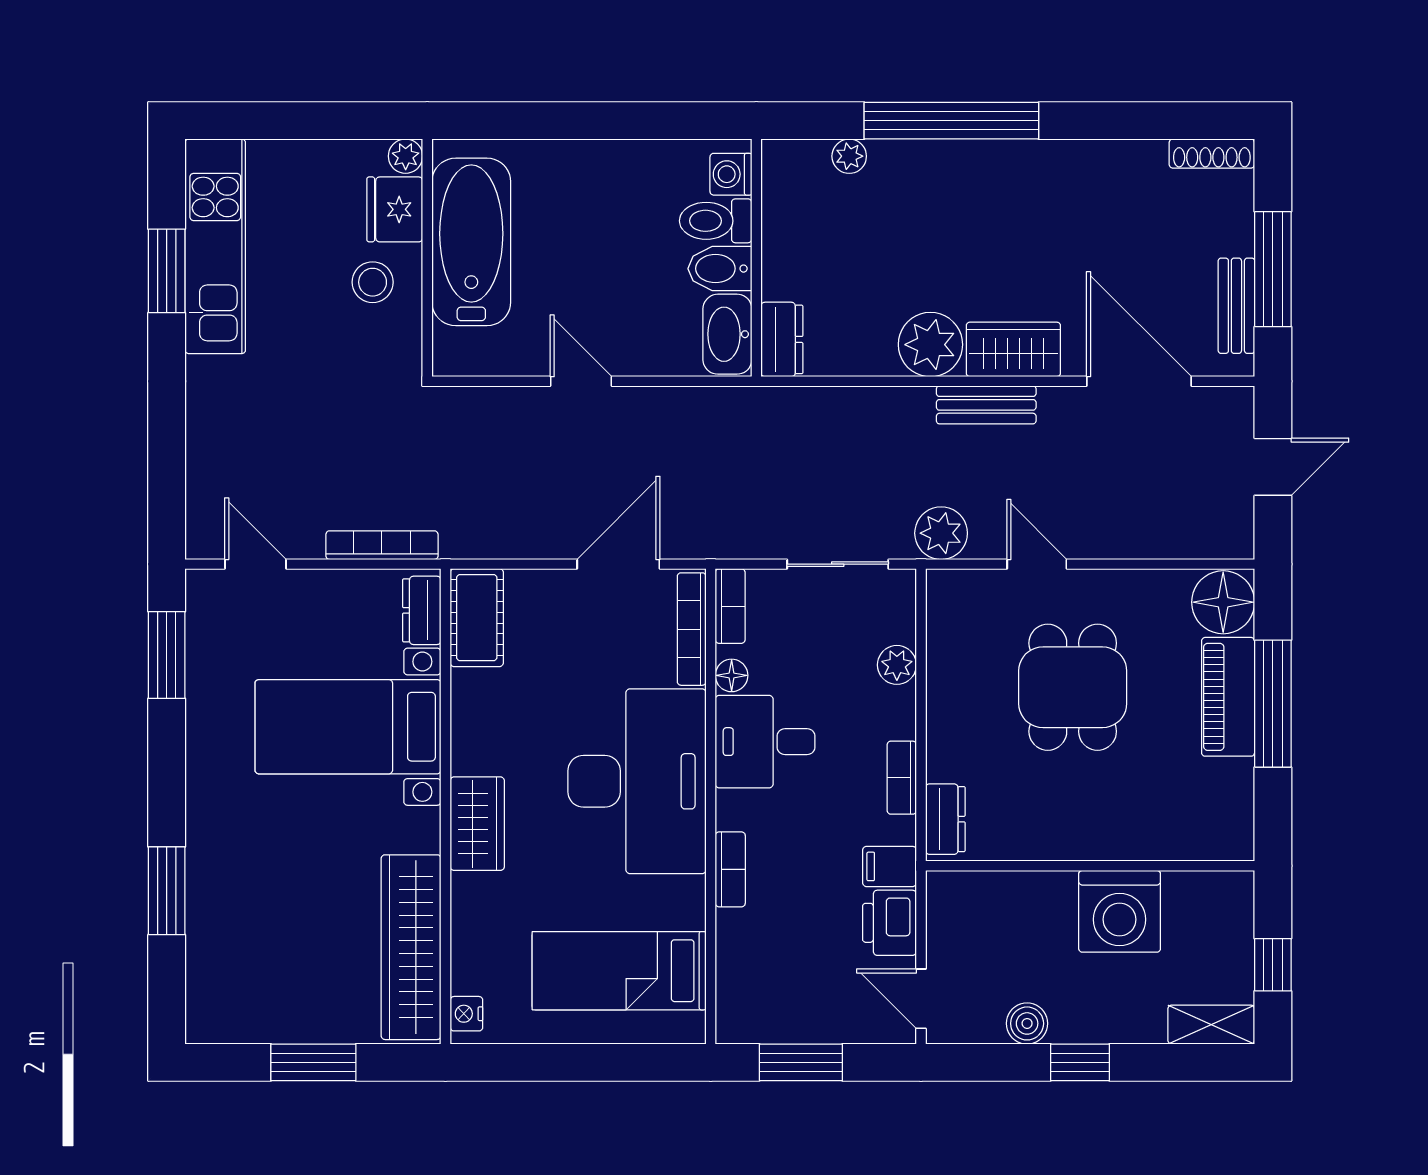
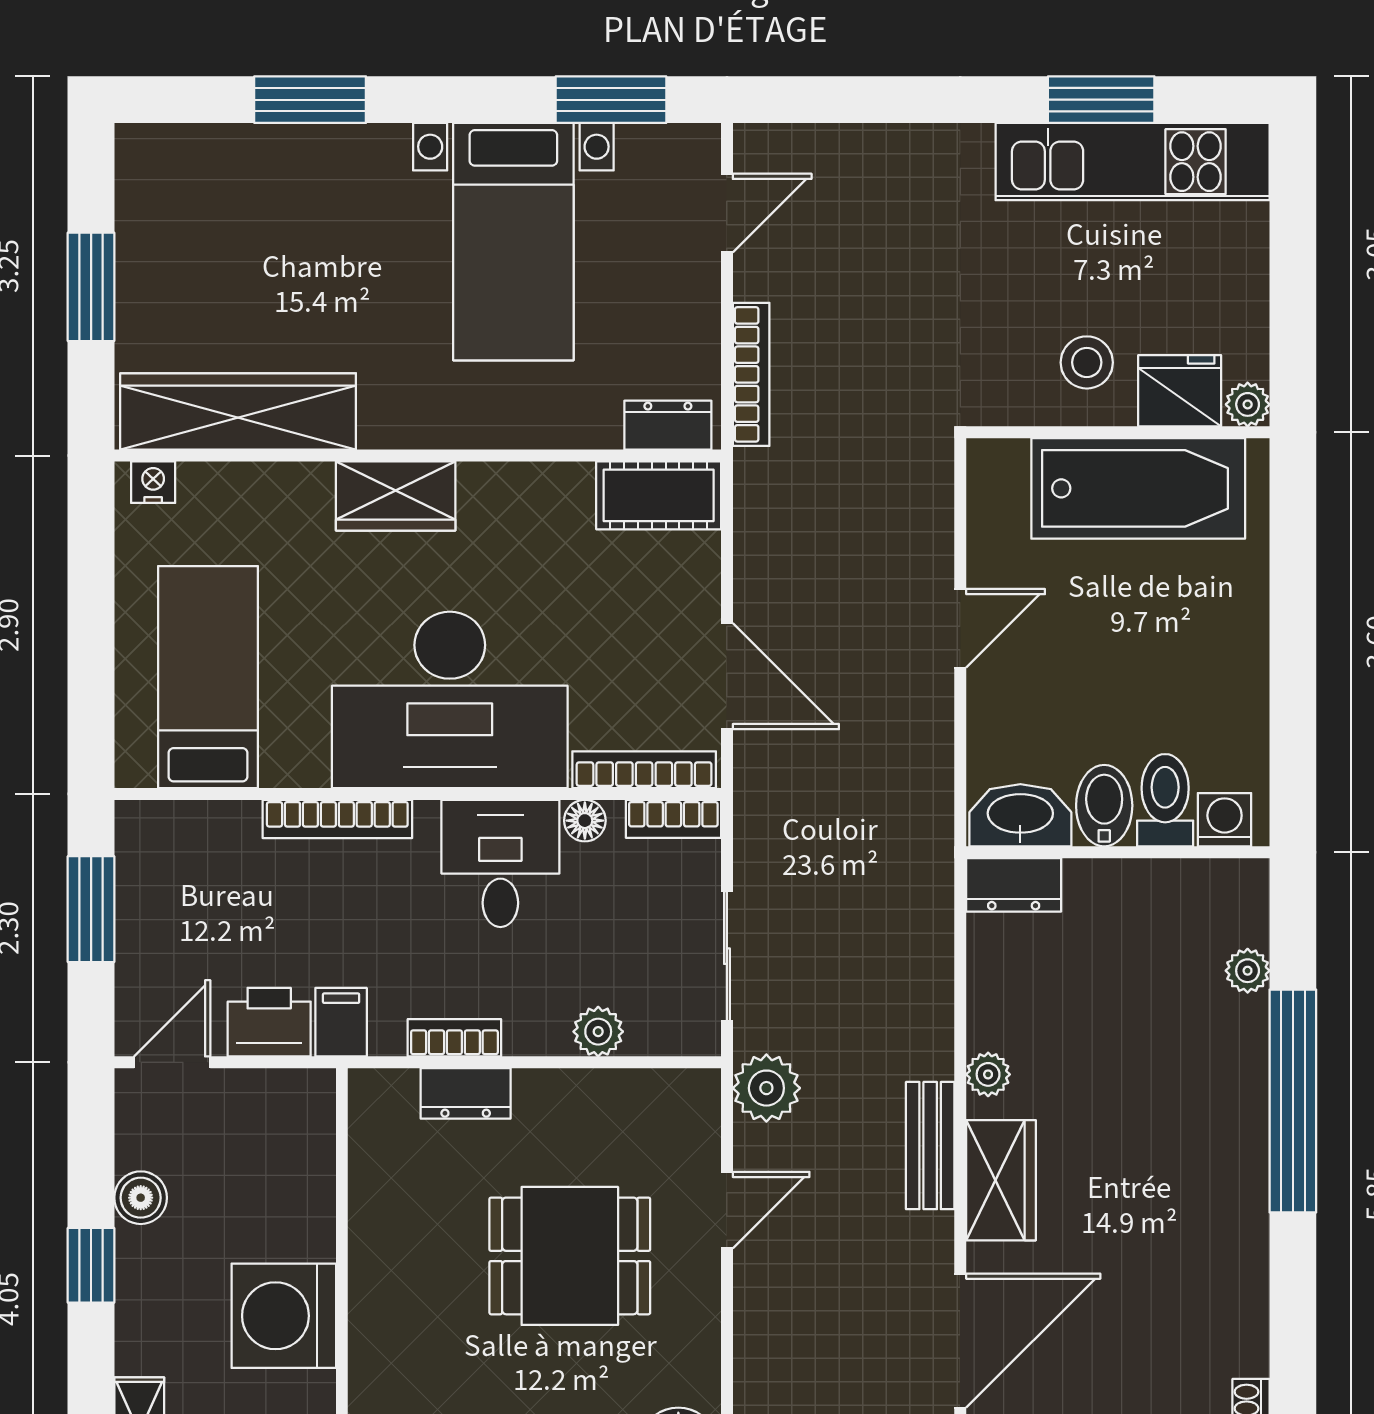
plant: (930, 345) -> (988, 1074), width x0.53, depth x0.53
bed with nightstands: (348, 727) -> (513, 242), moved, turned 180
dresser: (945, 819) -> (466, 1093), moved
bookcase: (730, 869) -> (337, 819), width x1.56

